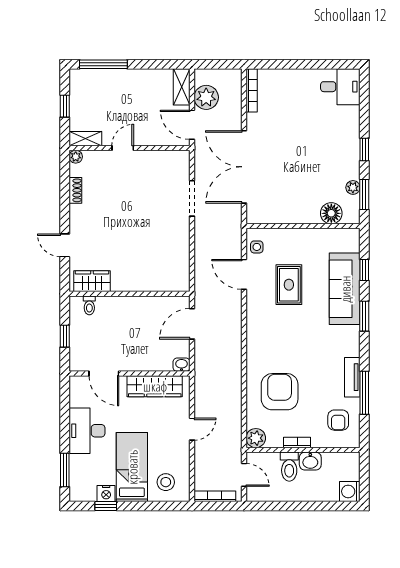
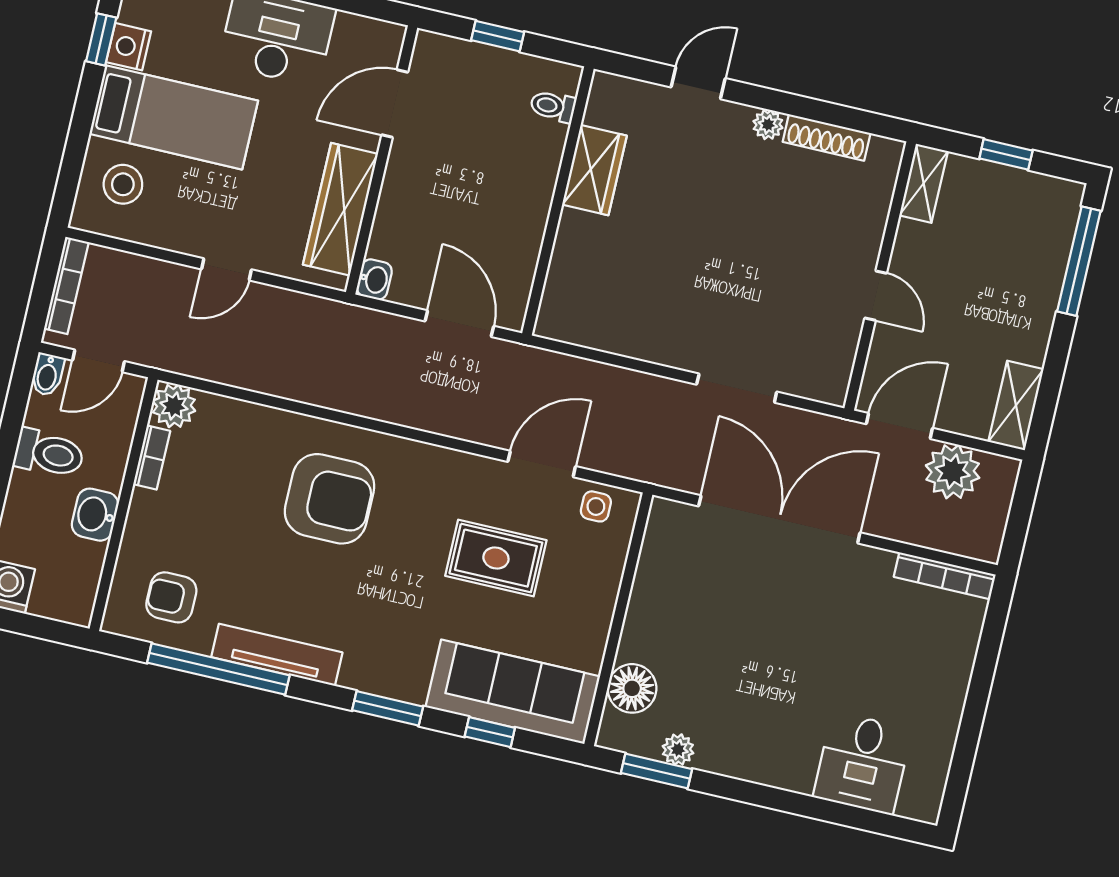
shelving: (182, 87) -> (1016, 405), moved, turned 90
desk: (340, 87) -> (863, 763), moved
door: (123, 148) -> (876, 296), moved
window: (364, 149) -> (756, 794), removed
plant: (76, 157) -> (768, 125), moved
shoe rack: (75, 190) -> (827, 137), width x1.43
wardrobe: (92, 281) -> (594, 170), moved
sofa: (345, 289) -> (513, 692), moved
tv unit: (352, 377) -> (277, 655), width x1.41
armchair: (280, 392) -> (329, 499), moved
window: (364, 393) -> (218, 669), width x1.46
door: (192, 429) -> (226, 269), hinge flipped
bookcase: (297, 442) -> (152, 458), moved
toilet: (289, 467) -> (49, 453), moved, turned 180
bidet: (255, 496) -> (47, 375), added

